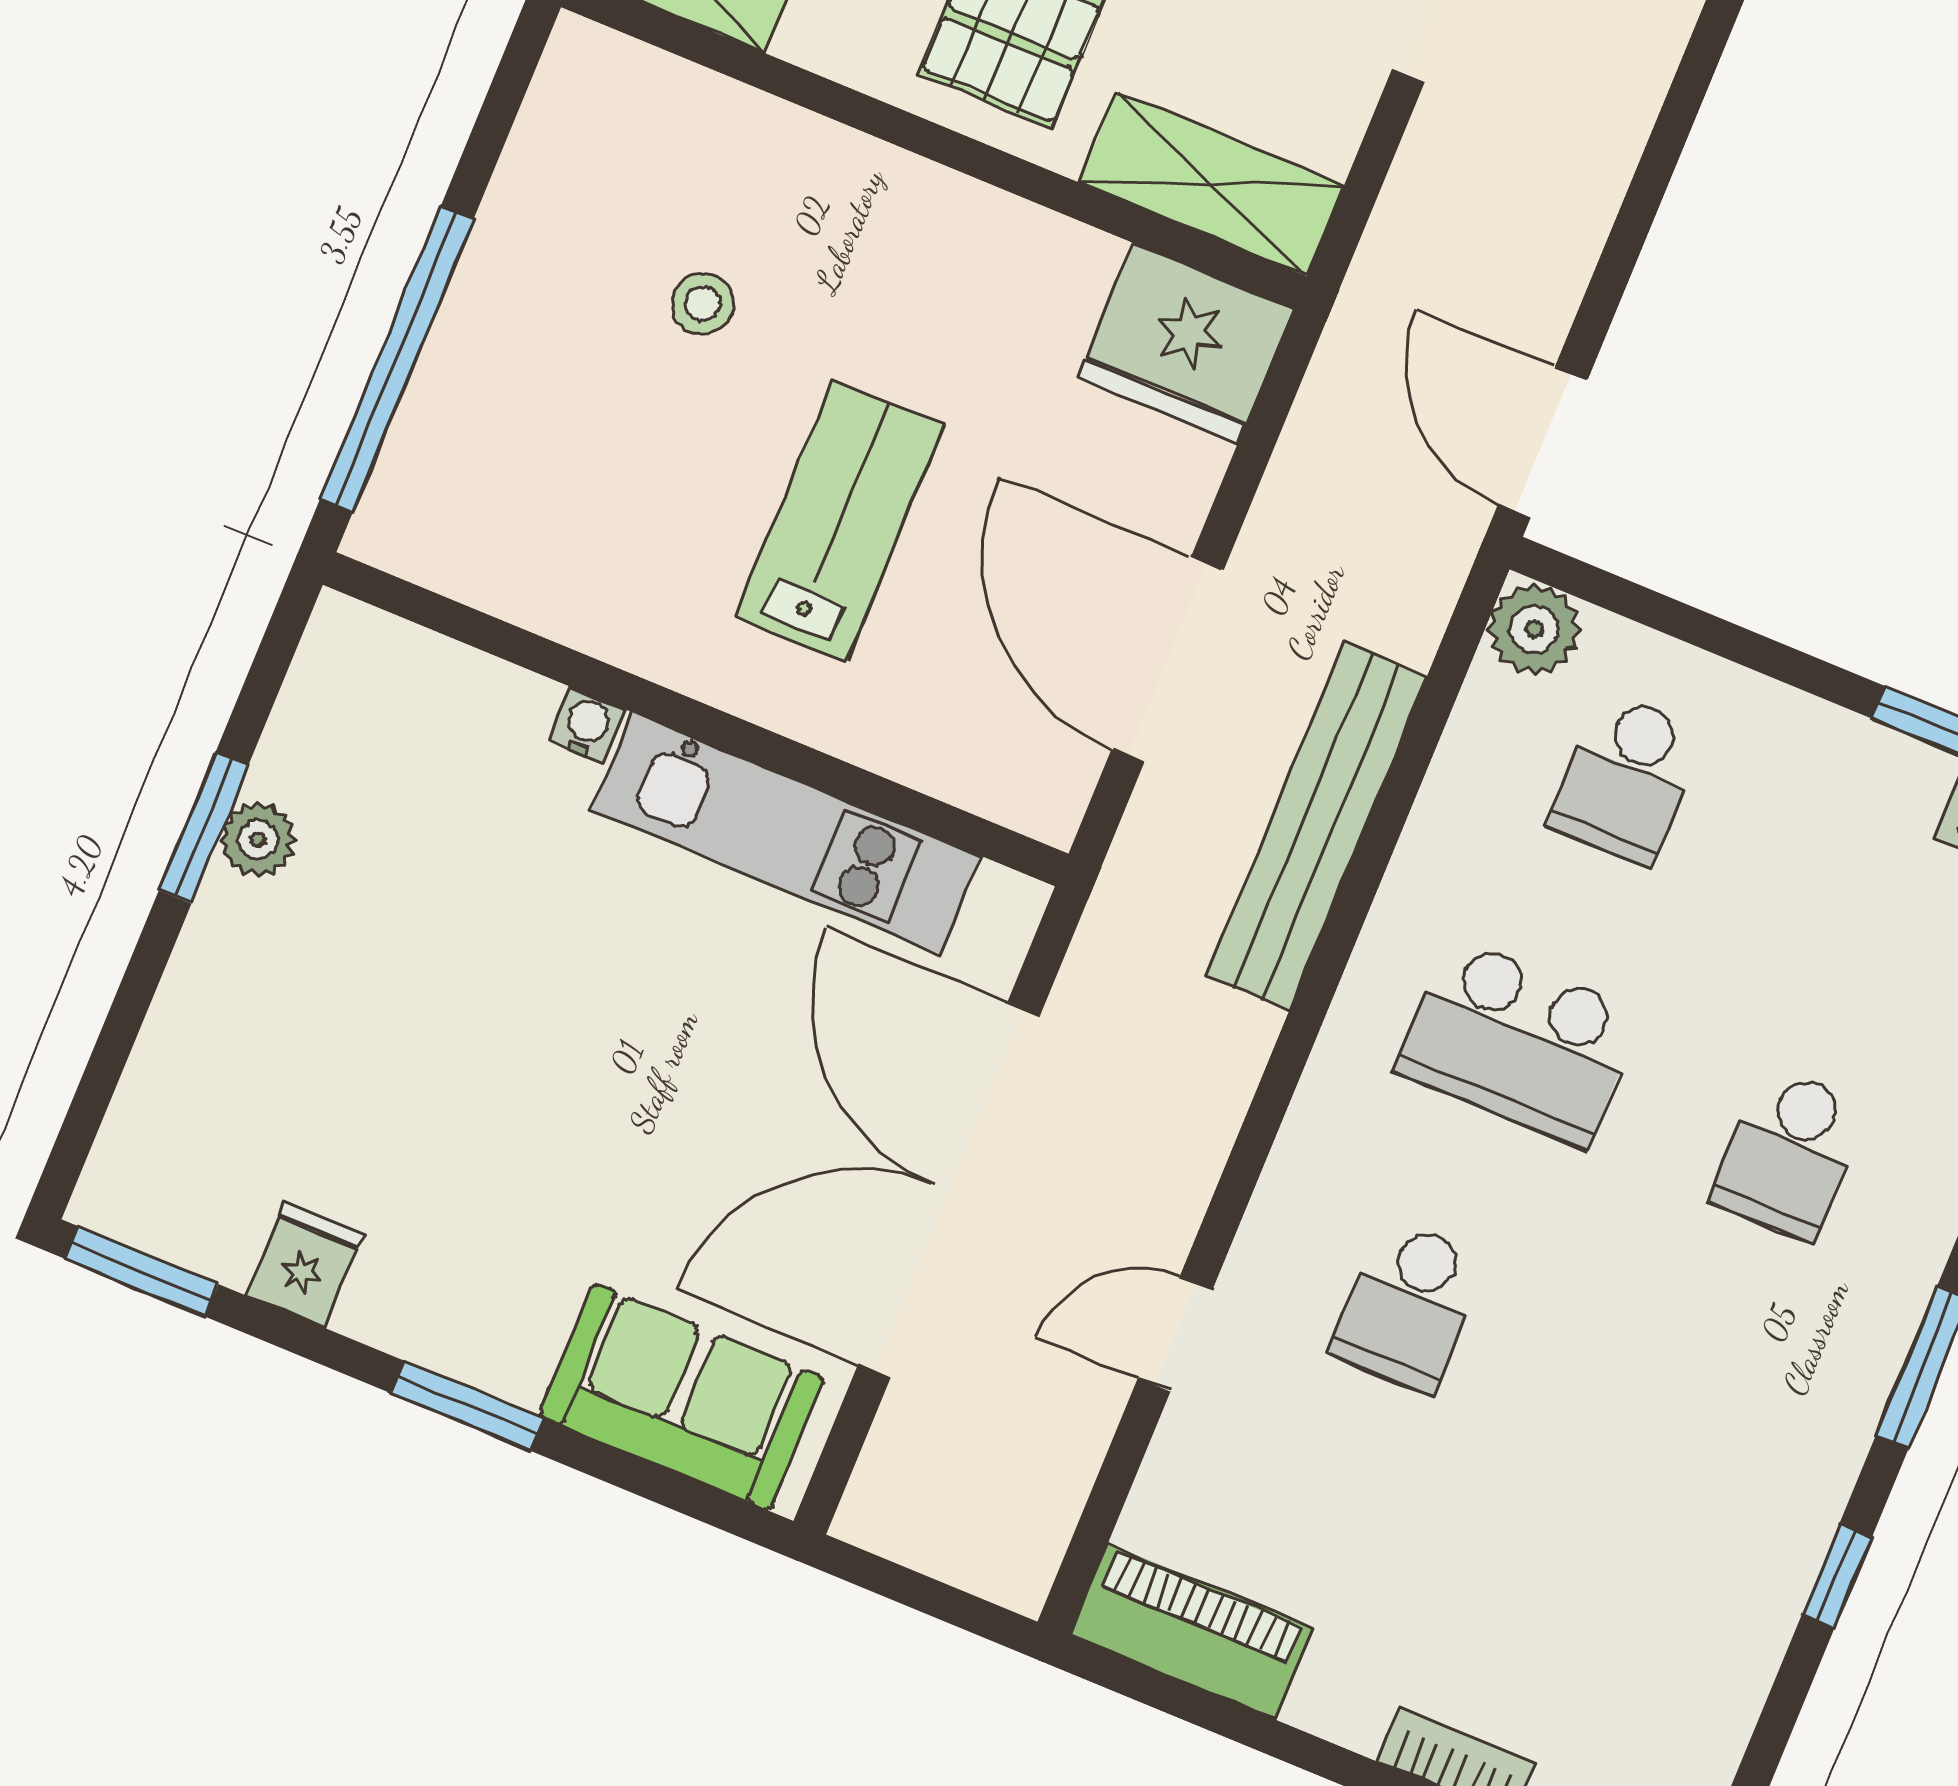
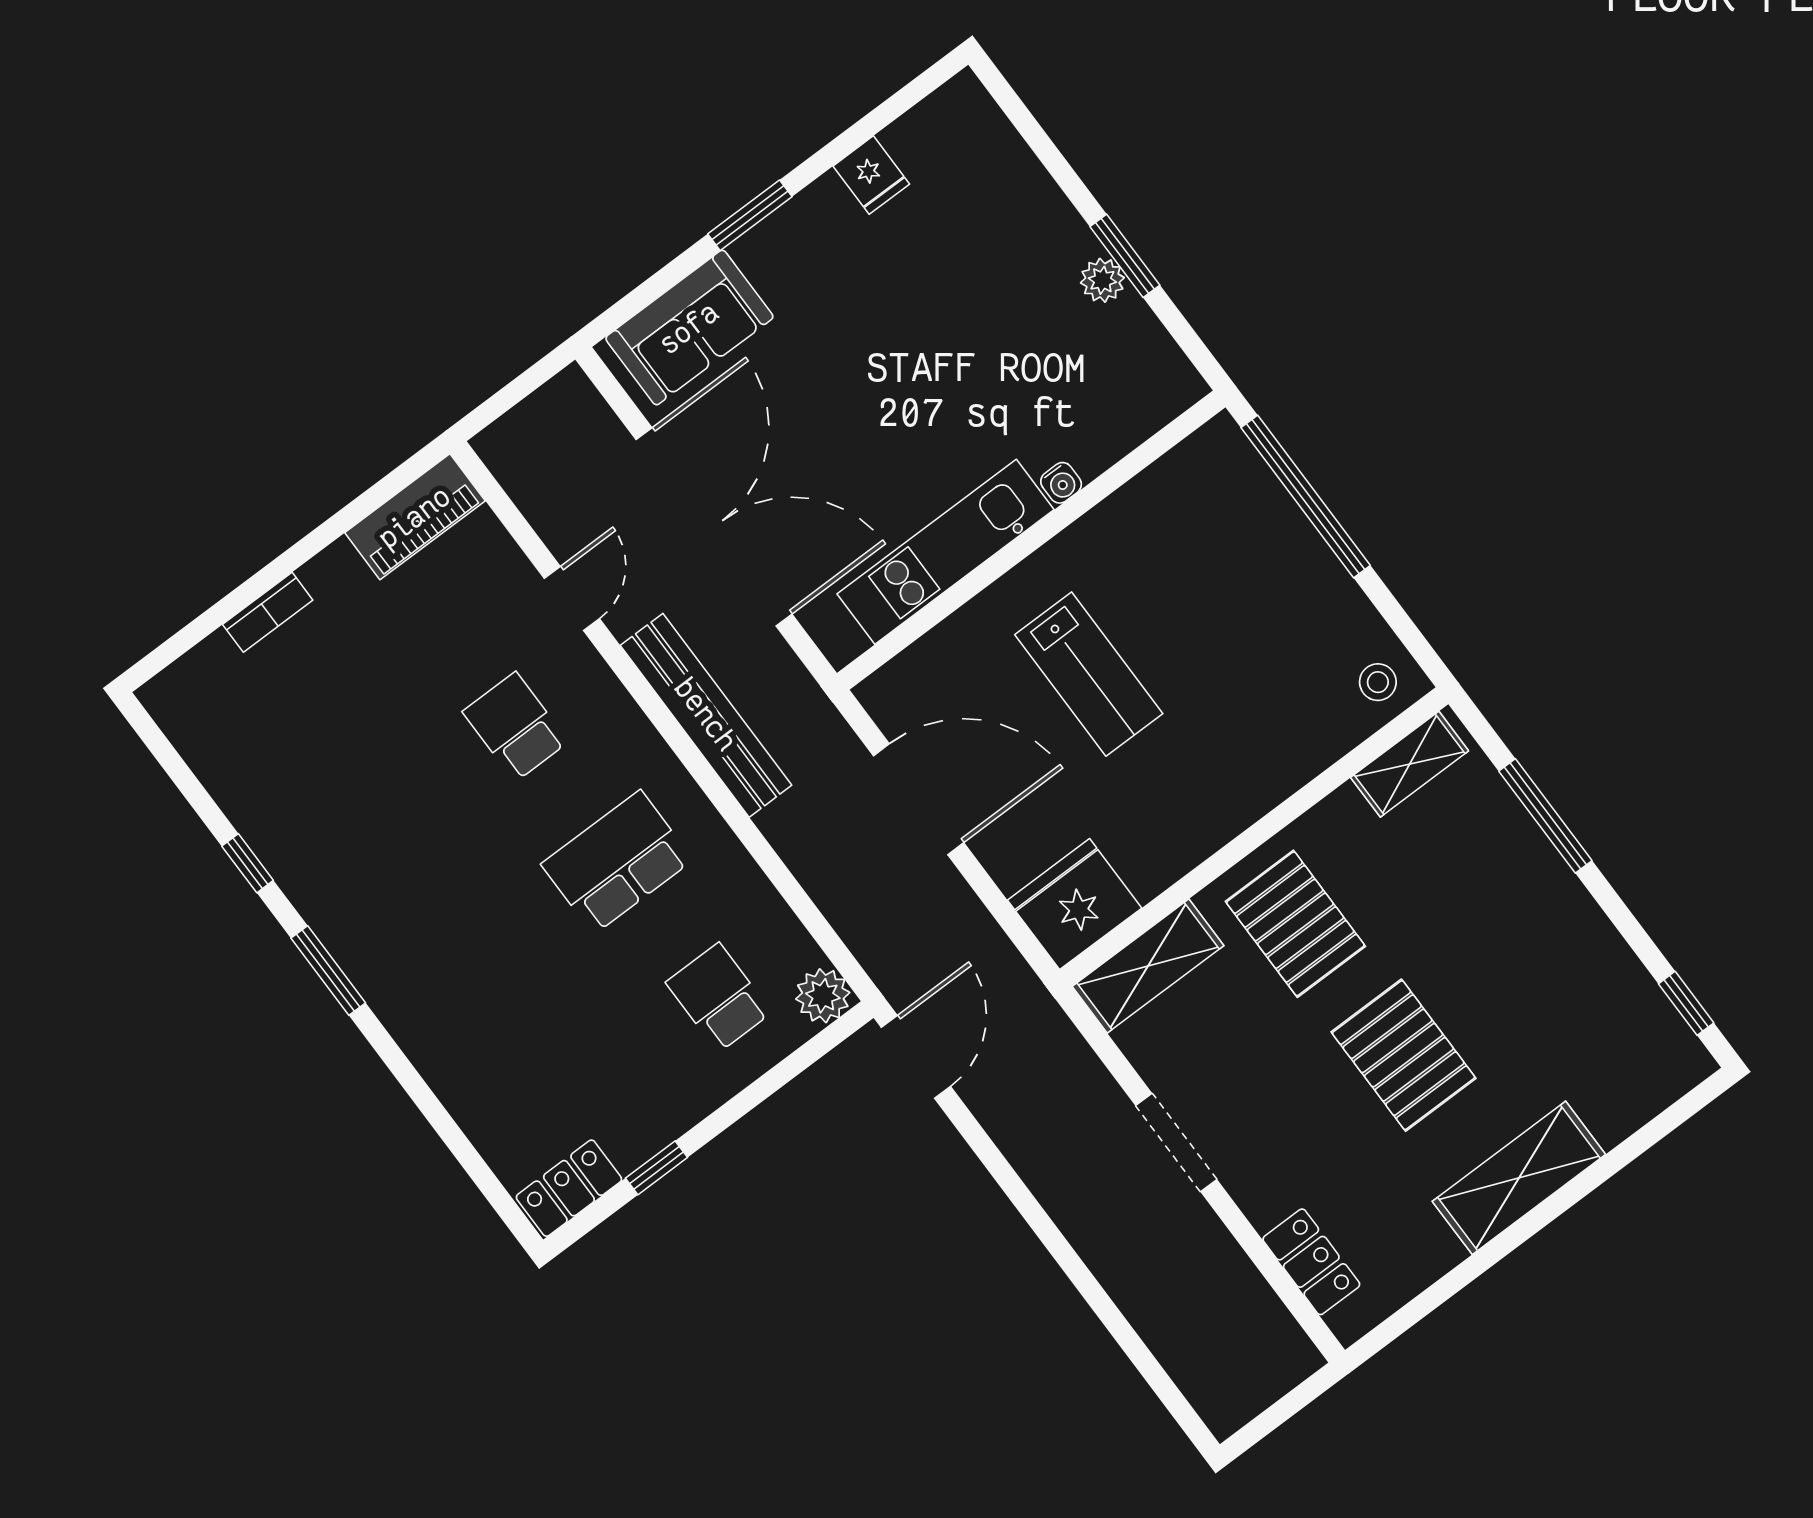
stool: (703, 304) -> (1378, 682), moved
door: (1543, 442) -> (916, 1057), hinge flipped
bench: (1317, 825) -> (706, 715), moved
school desk: (1789, 1154) -> (478, 967), removed
window: (142, 1272) -> (917, 90), removed

